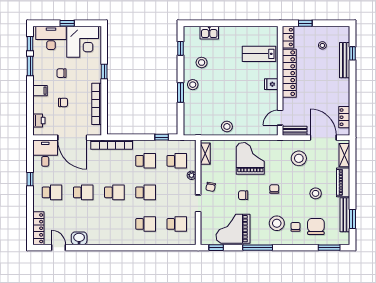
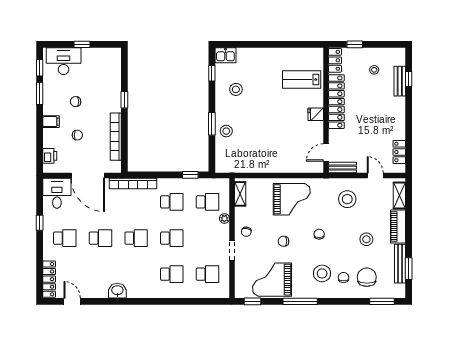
kitchen sink: (209, 33) -> (225, 55), moved
corner desk: (83, 42) -> (100, 66), removed
bench: (345, 60) -> (400, 81), width x0.73
stool: (193, 85) -> (226, 131), moved
stool: (227, 126) -> (265, 163), removed
door: (323, 138) -> (375, 175), width x0.53
grand piano: (250, 158) -> (292, 199), turned 90
washbasin: (79, 238) -> (117, 291), moved

